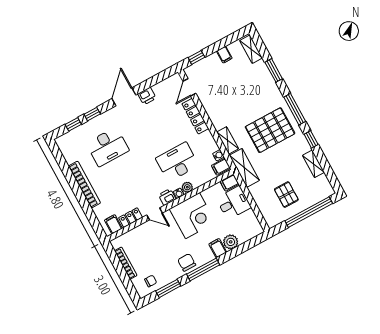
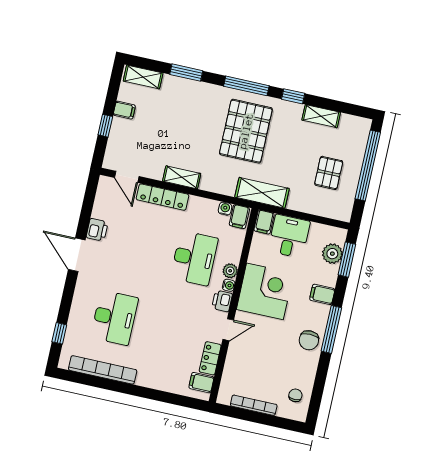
window: (196, 57) -> (105, 126), moved
window: (92, 114) -> (66, 304), removed
shelving: (228, 140) -> (182, 177), moved
desk: (177, 162) -> (194, 258), turned 180
bookcase: (84, 185) -> (103, 370), moved
pallet: (286, 195) -> (329, 173), turned 90
plant: (231, 242) -> (332, 254), moved
chair: (187, 262) -> (309, 340), turned -90
window: (168, 288) -> (347, 260), moved

